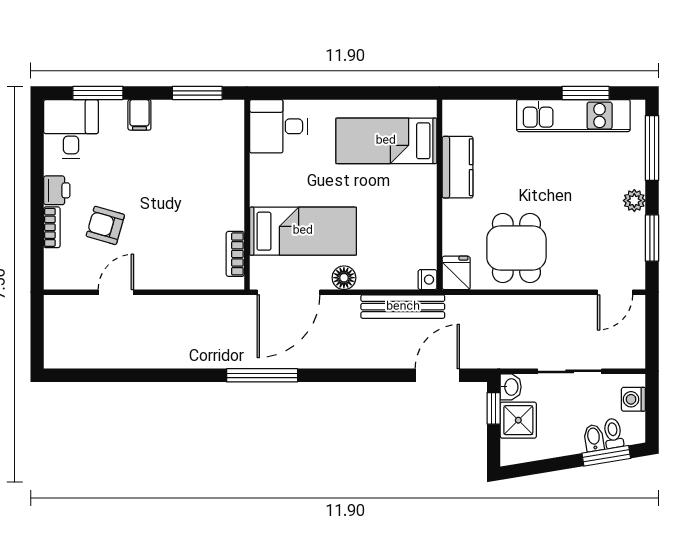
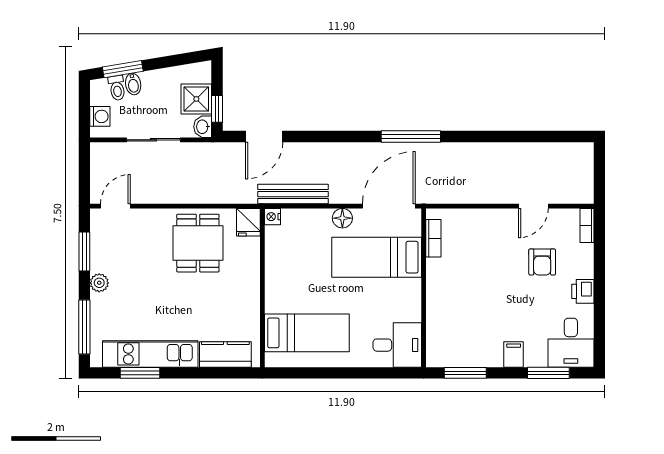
kitchen counter: (458, 167) -> (225, 354), moved, turned 90
armchair: (105, 225) -> (542, 262), turned 74
bookcase: (52, 227) -> (587, 225), moved

